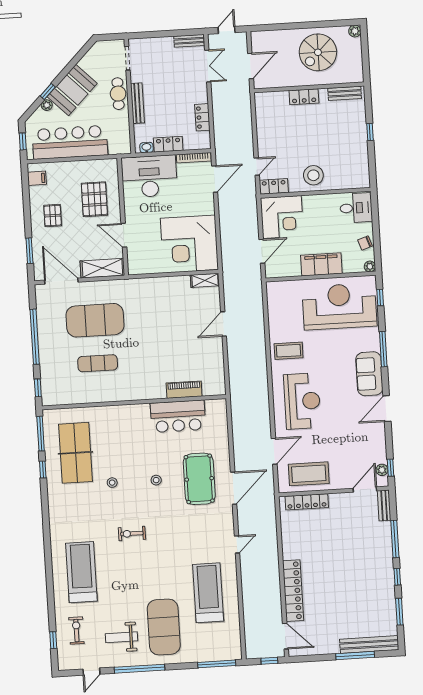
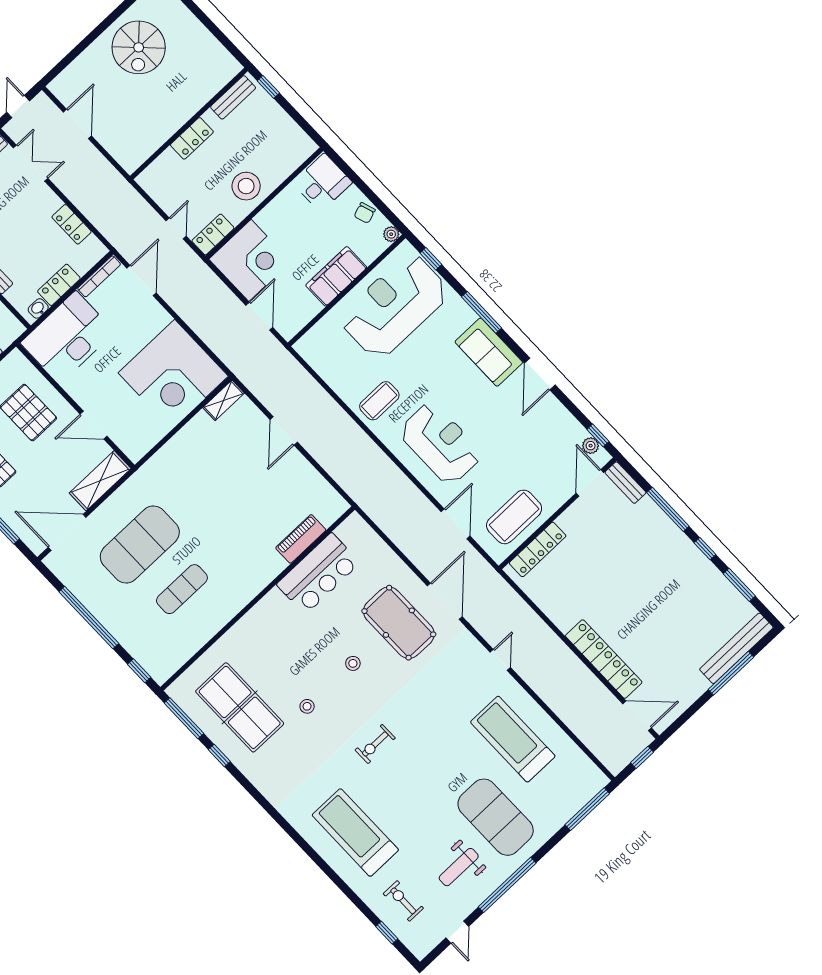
wall: (309, 87) -> (189, 124), moved
bench: (345, 93) -> (233, 97), moved
locker: (304, 97) -> (192, 138), moved

